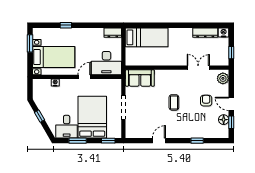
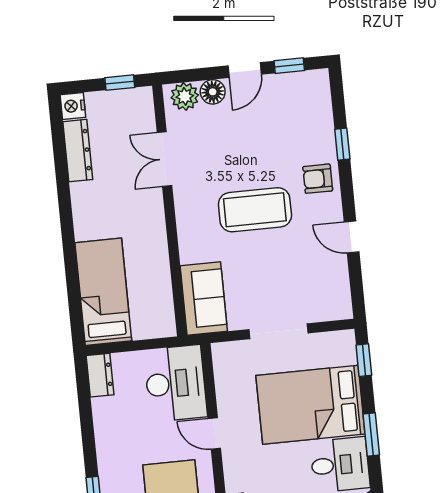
armchair: (206, 101) -> (318, 179), moved
coffee table: (174, 102) -> (255, 210), width x1.86, depth x1.72
floor lamp: (224, 120) -> (213, 92), moved

